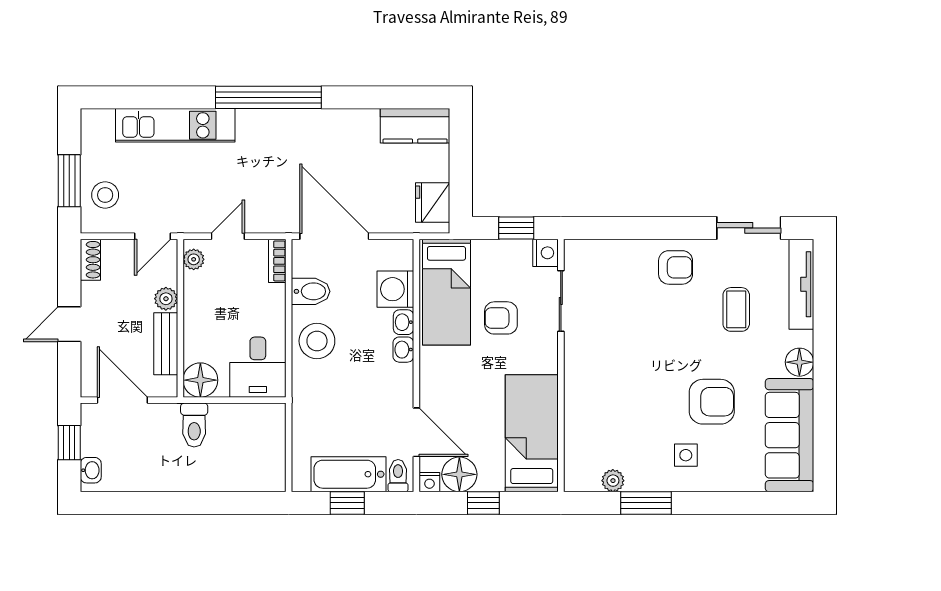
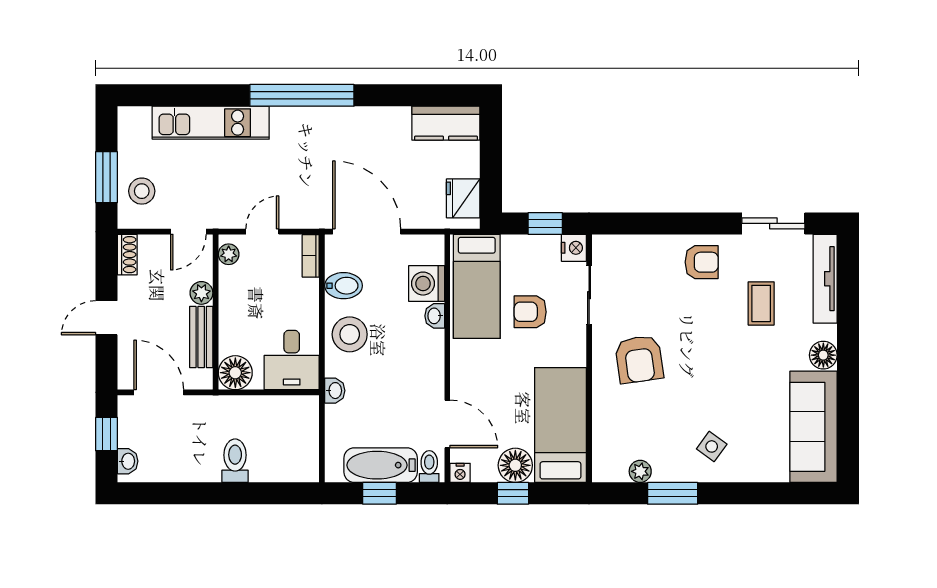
washbasin: (403, 350) -> (335, 391), moved, turned 180
armchair: (712, 402) -> (639, 359), moved, turned 82
toilet: (194, 425) -> (235, 461), moved, turned 180
side table: (686, 455) -> (712, 446), turned 36
floor lamp: (459, 474) -> (515, 465), moved

